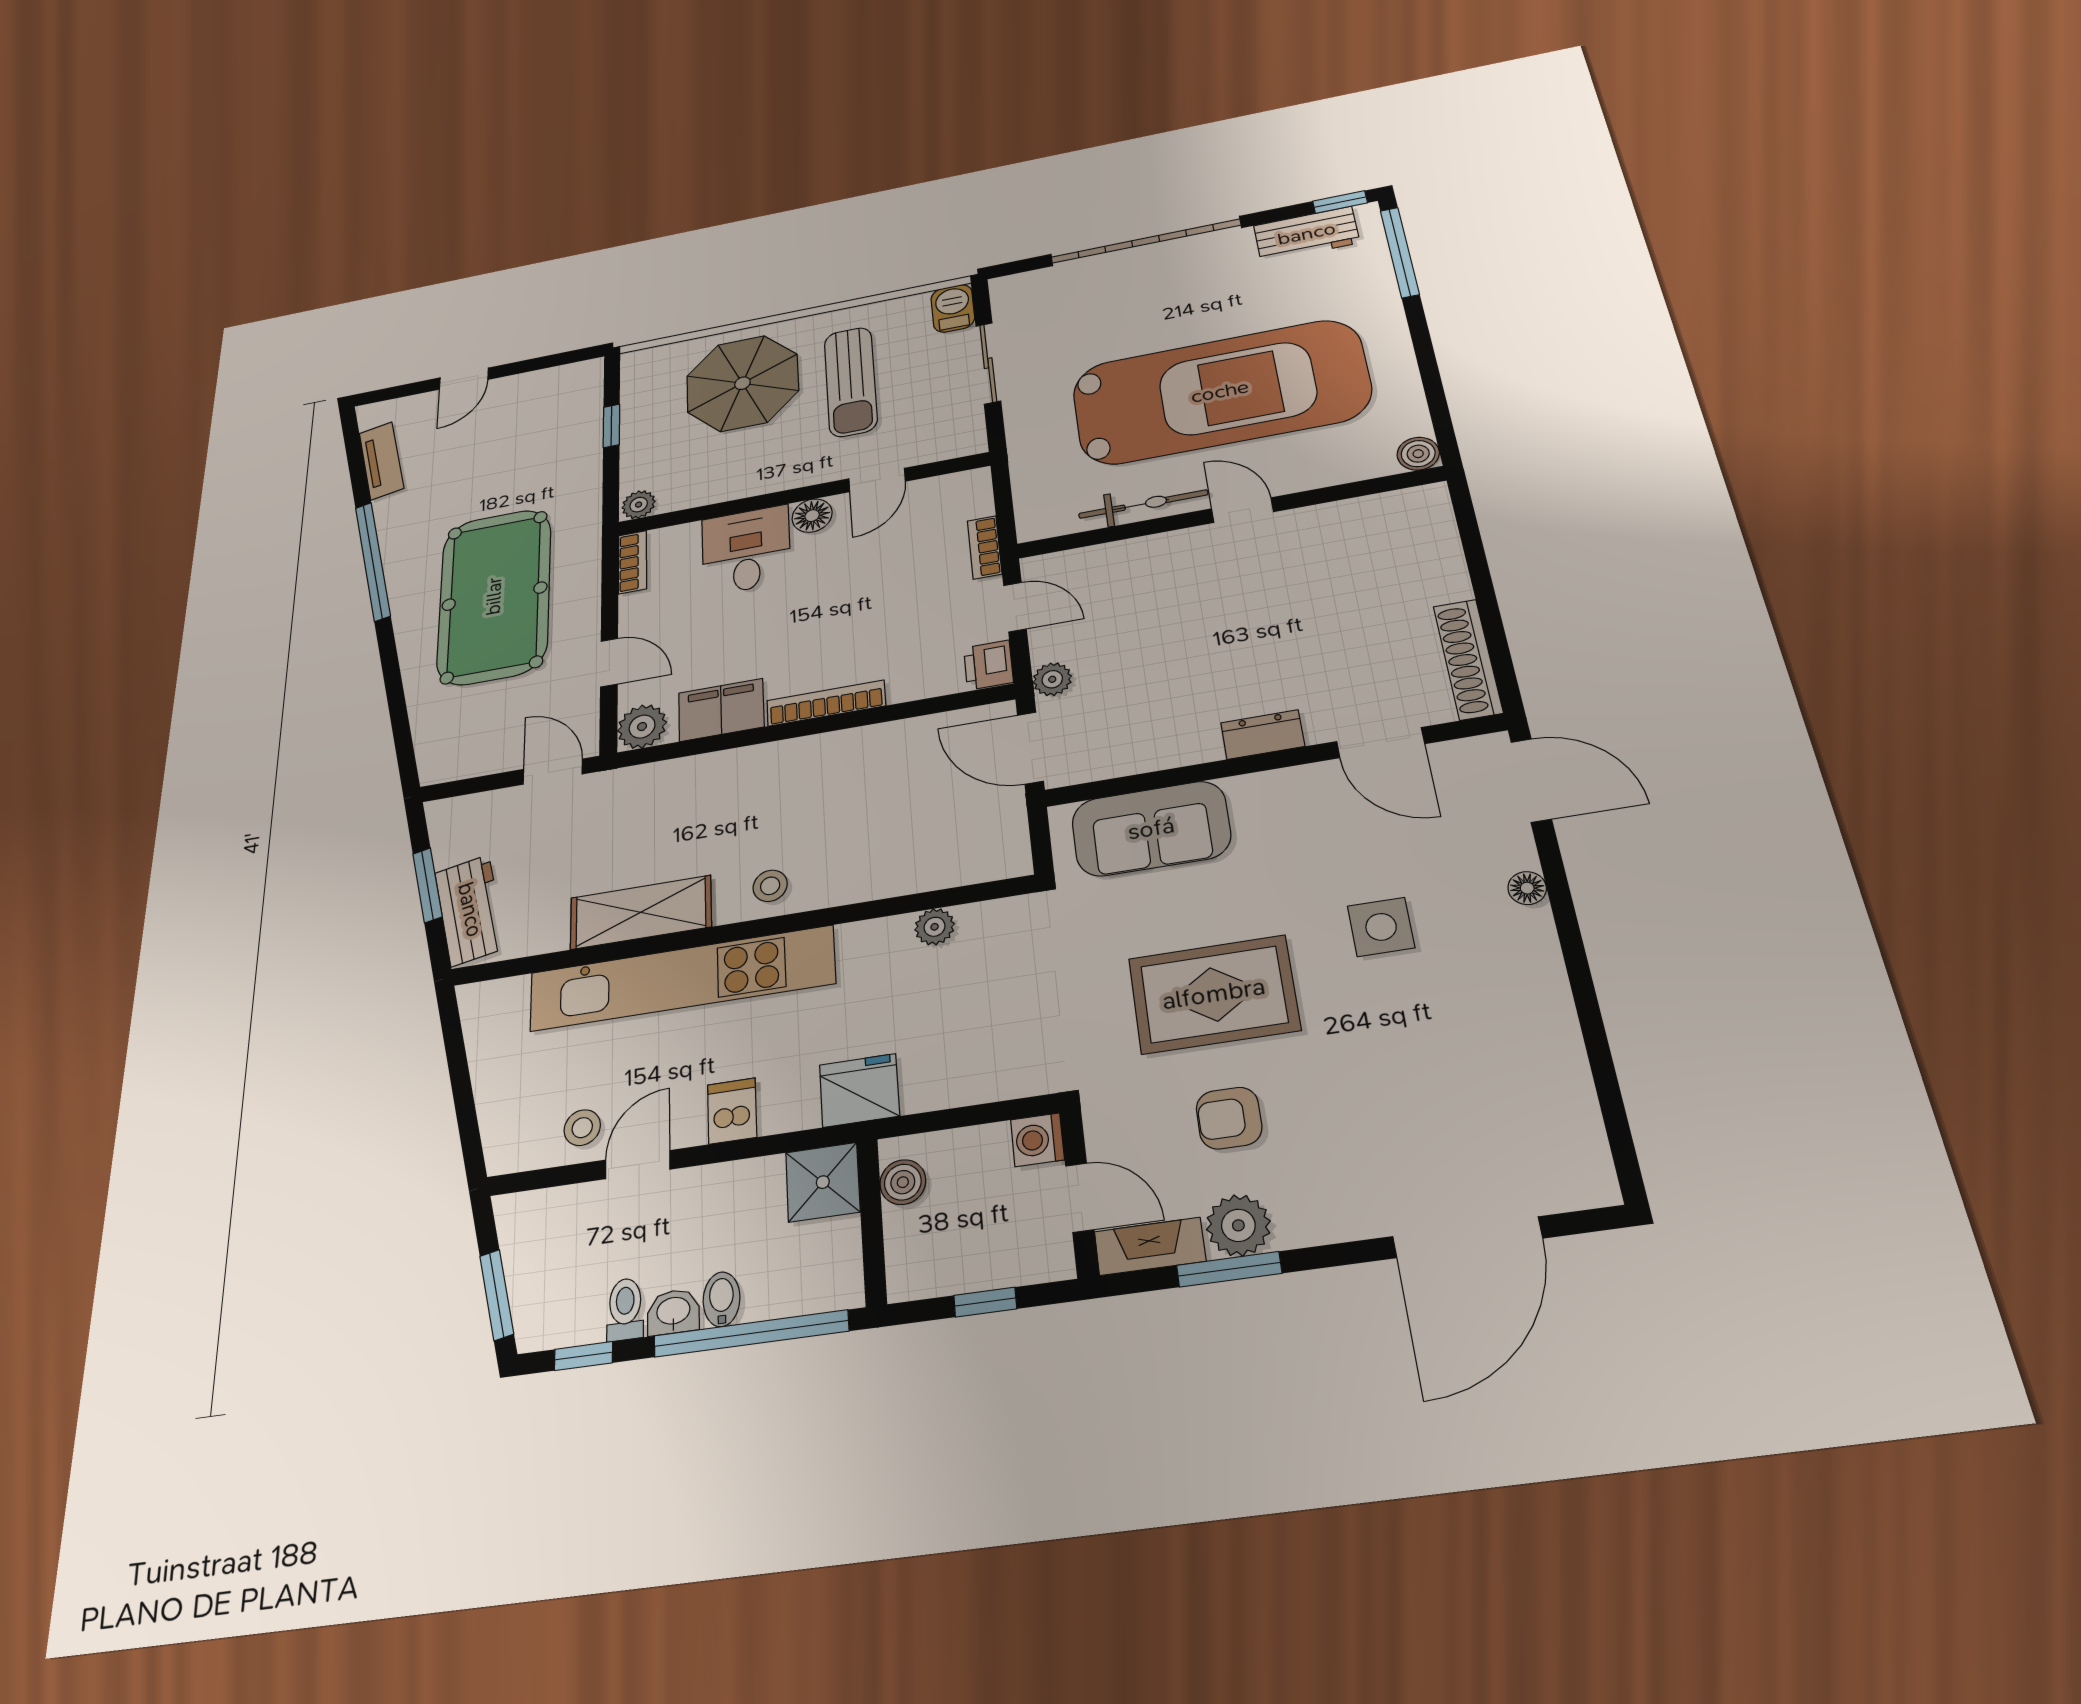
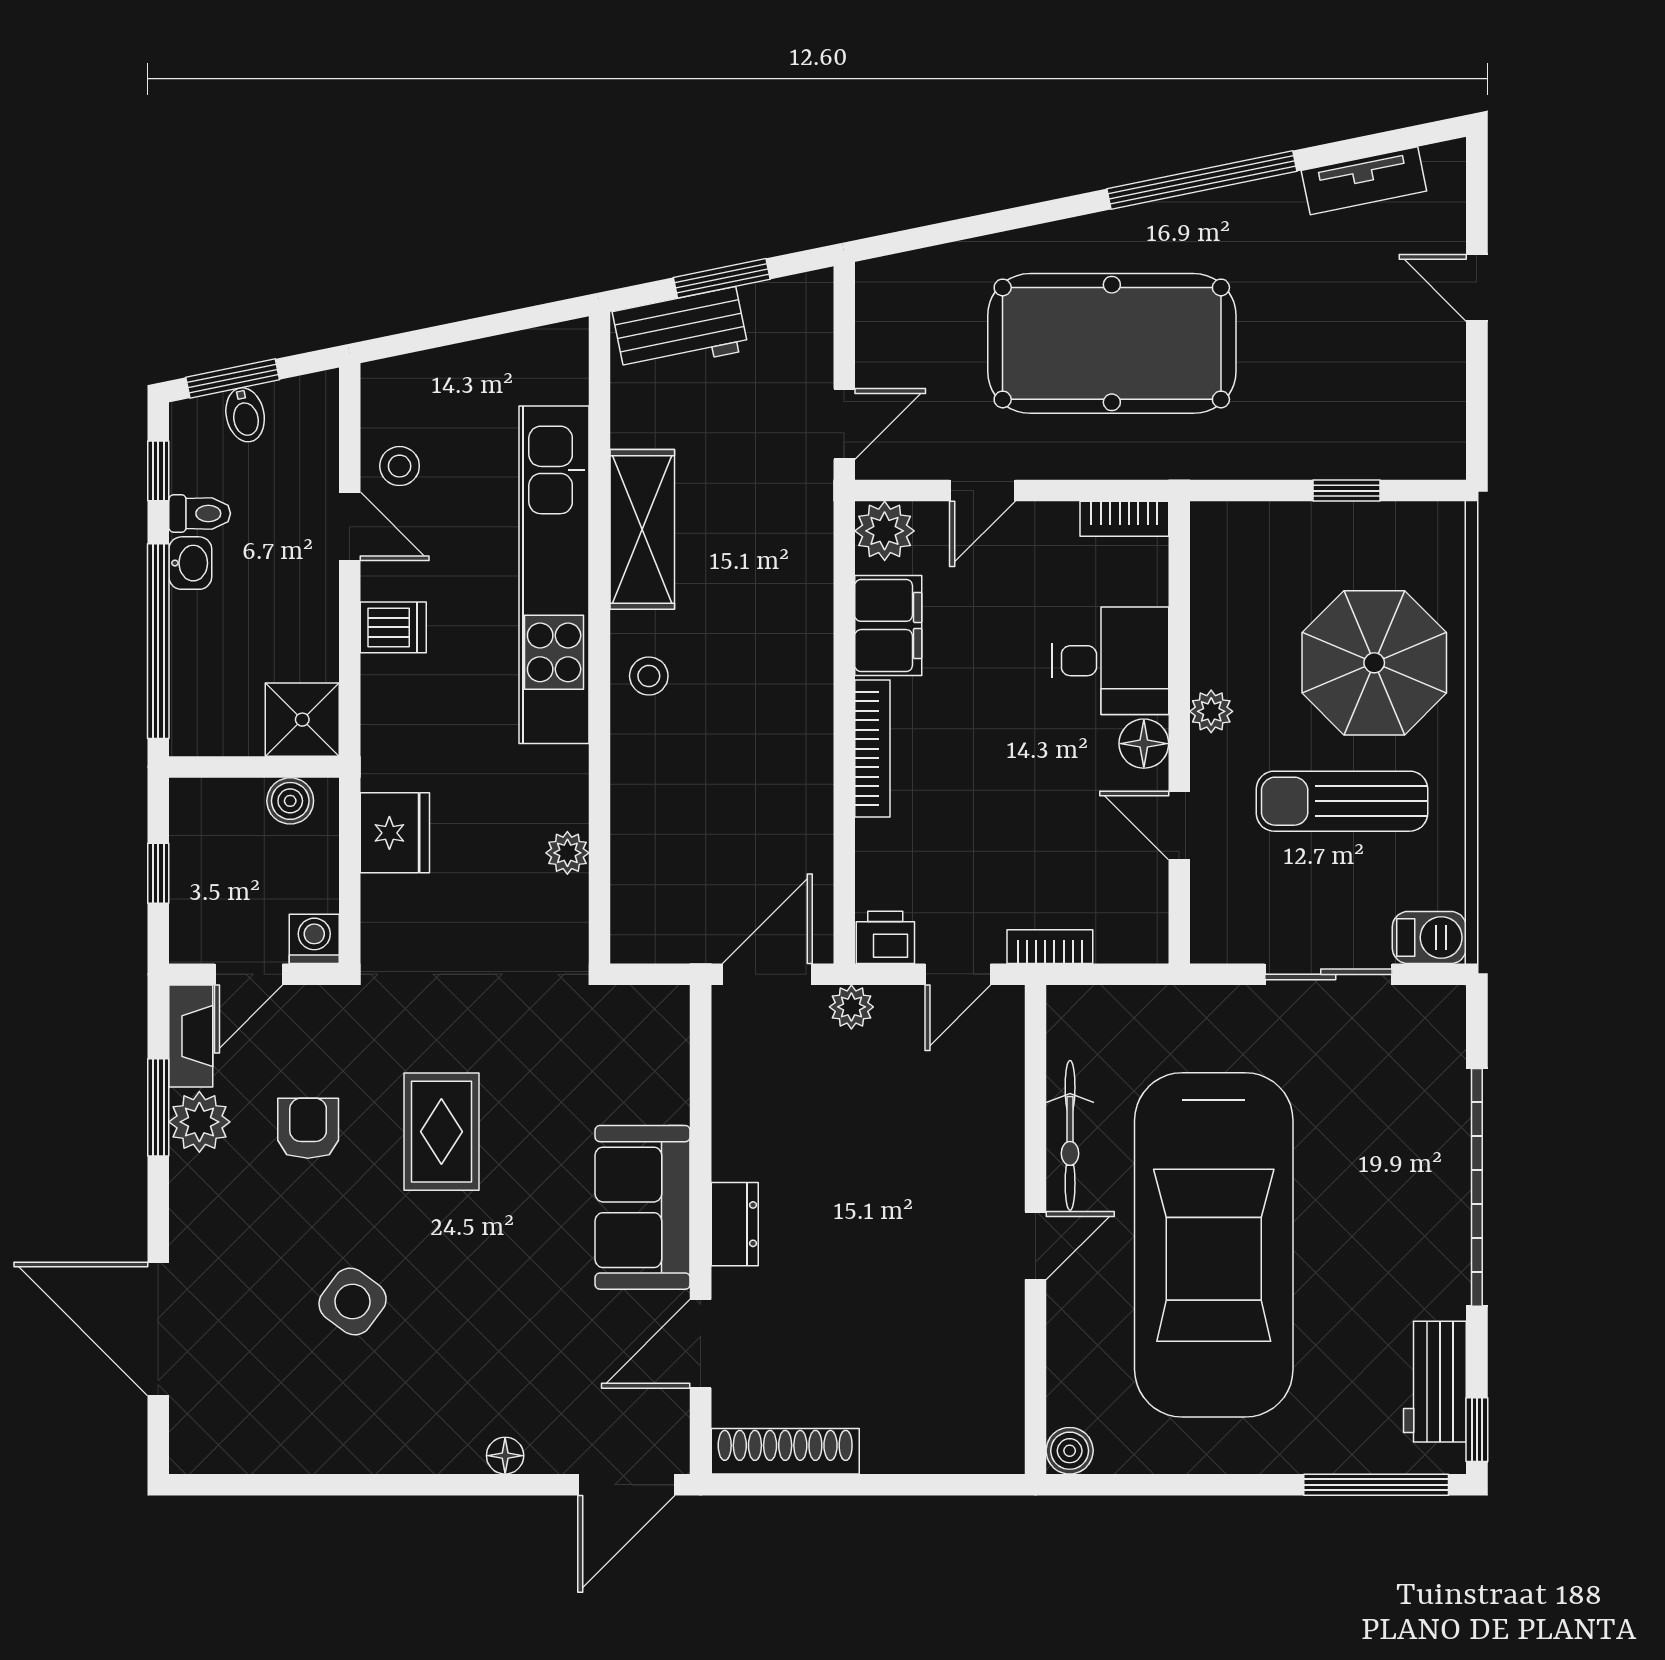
plant: (639, 505) -> (1211, 711), moved
sofa: (1151, 829) -> (643, 1207), moved
side table: (1381, 927) -> (353, 1301), moved, turned 37
rug: (1214, 994) -> (441, 1132), width x0.73, depth x0.70
fridge: (859, 1090) -> (395, 833), moved
bidet: (722, 1299) -> (245, 415), moved, turned 78

